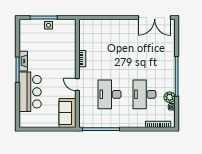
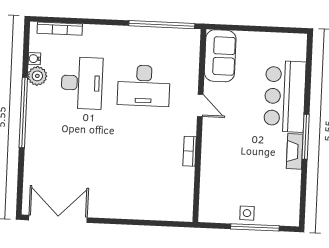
desk: (110, 94) -> (144, 86), turned 90

